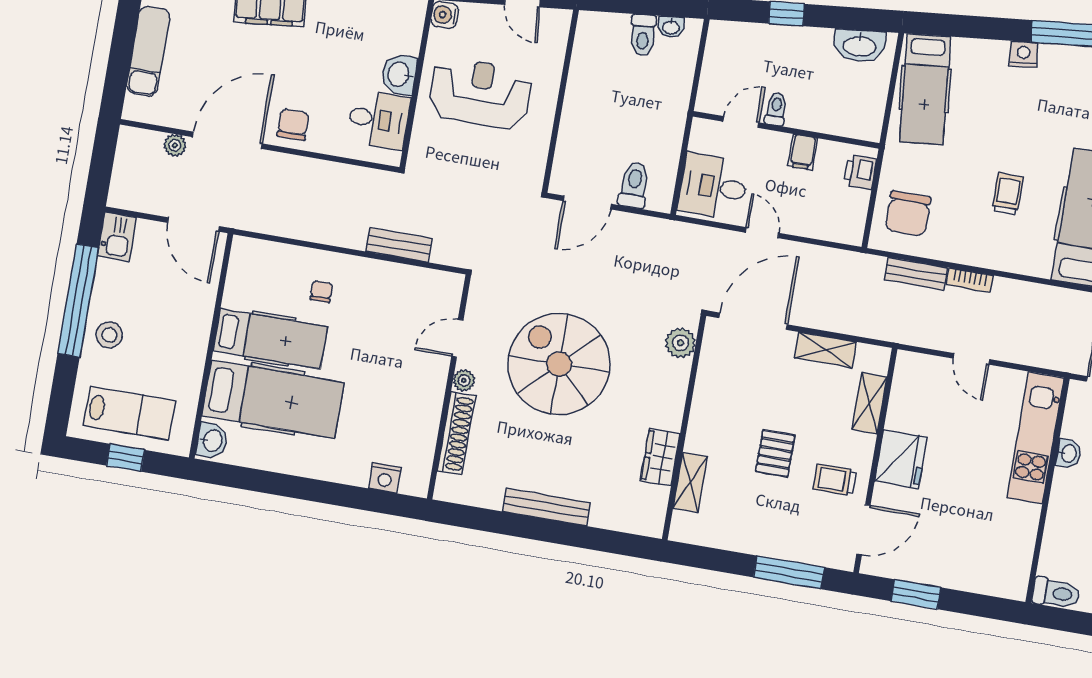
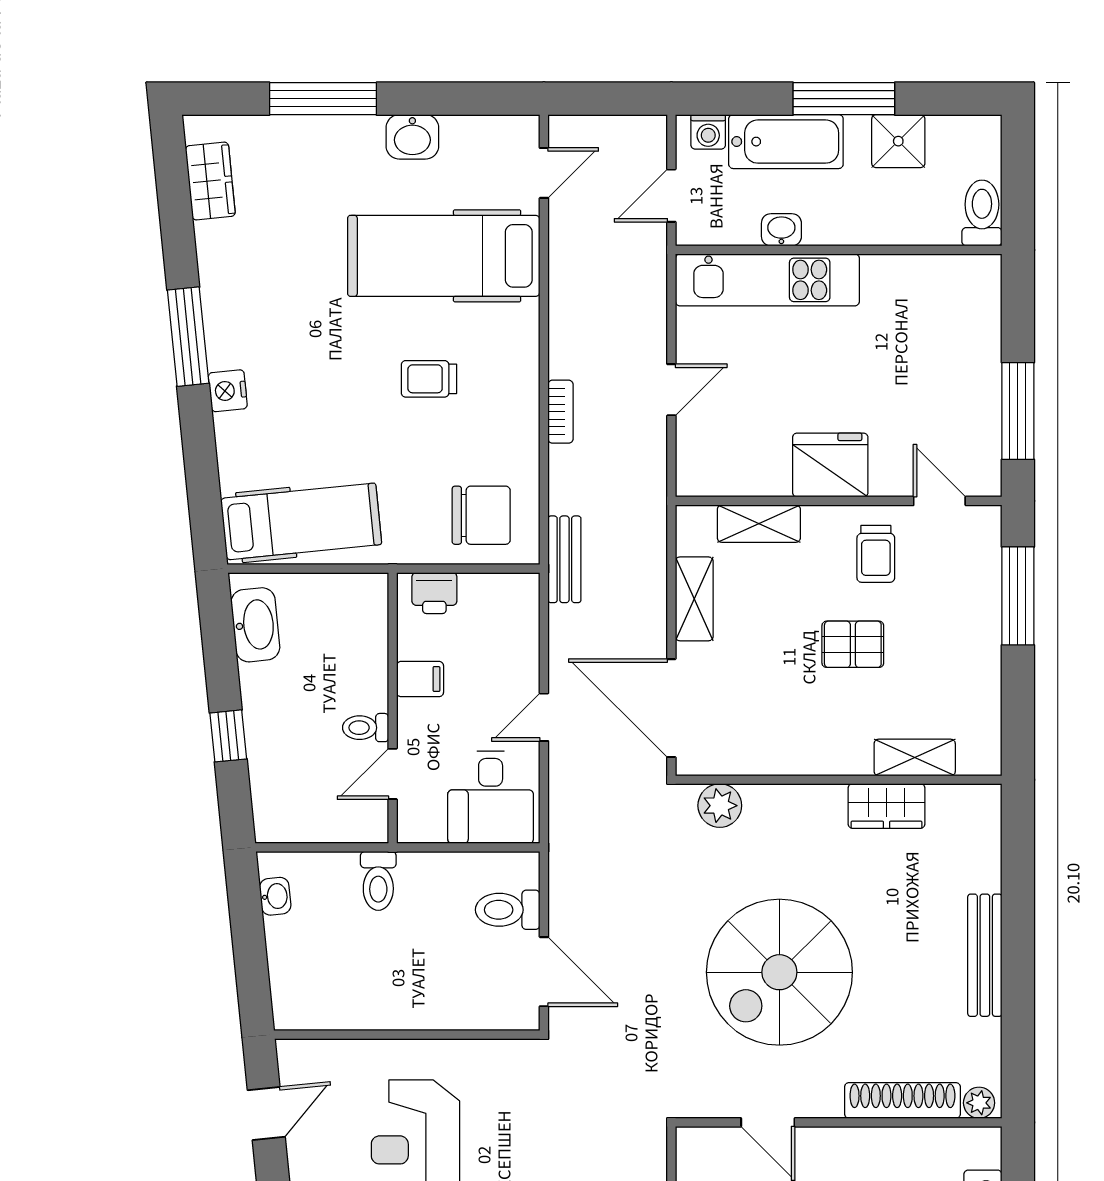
toilet: (643, 35) -> (378, 881), moved, turned 96
door: (741, 122) -> (393, 774), hinge flipped
bench: (916, 274) -> (564, 559), moved
plant: (464, 380) -> (979, 1103), moved
door: (863, 530) -> (939, 501), width x0.73
window: (916, 594) -> (1018, 411), width x1.44

